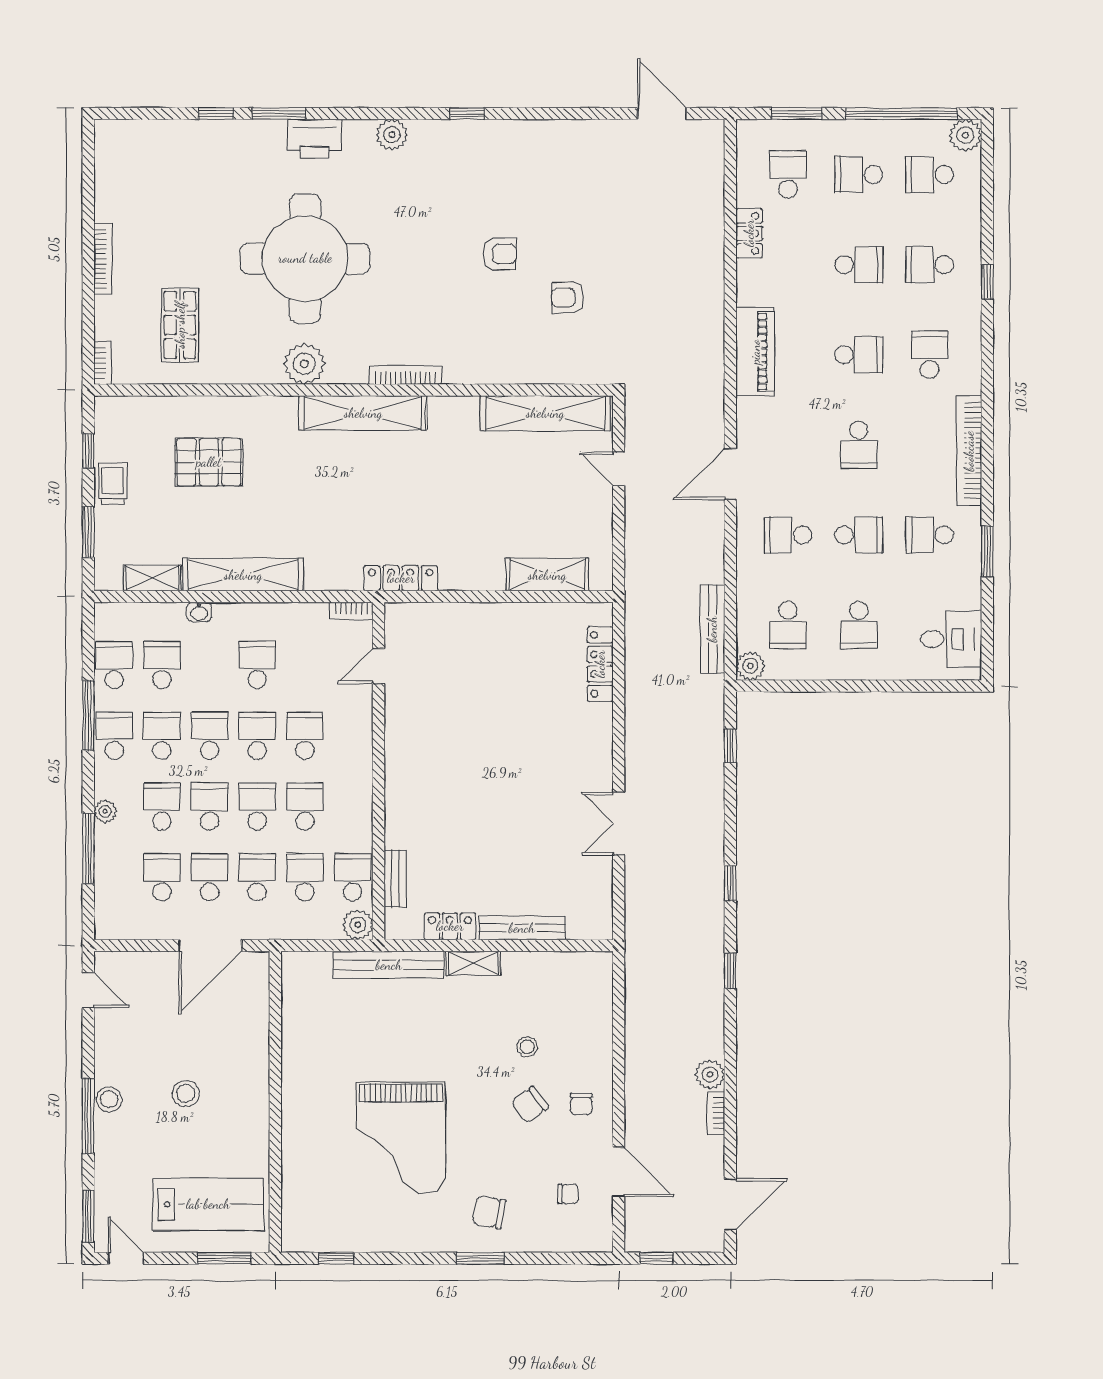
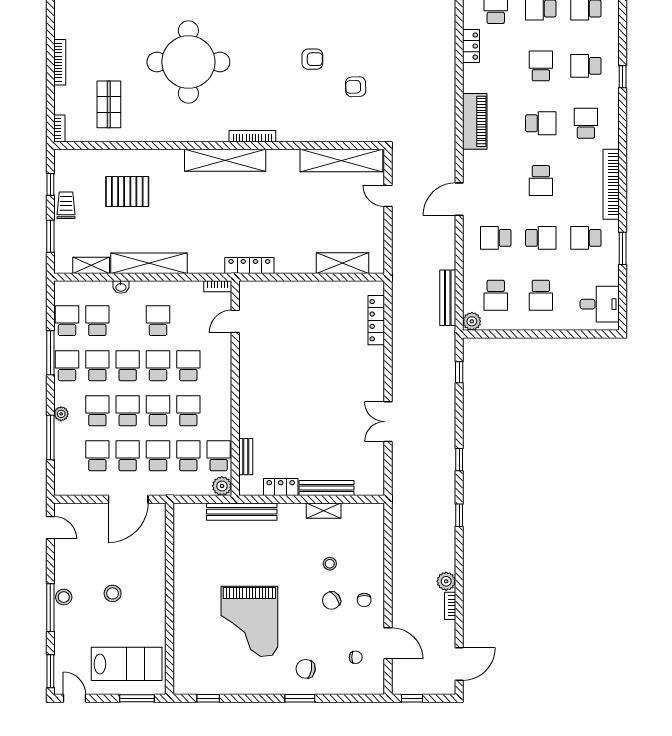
school desk: (859, 265) -> (541, 66), turned -90
plant: (304, 364) -> (188, 129), removed
shelving: (473, 963) -> (324, 511), moved

